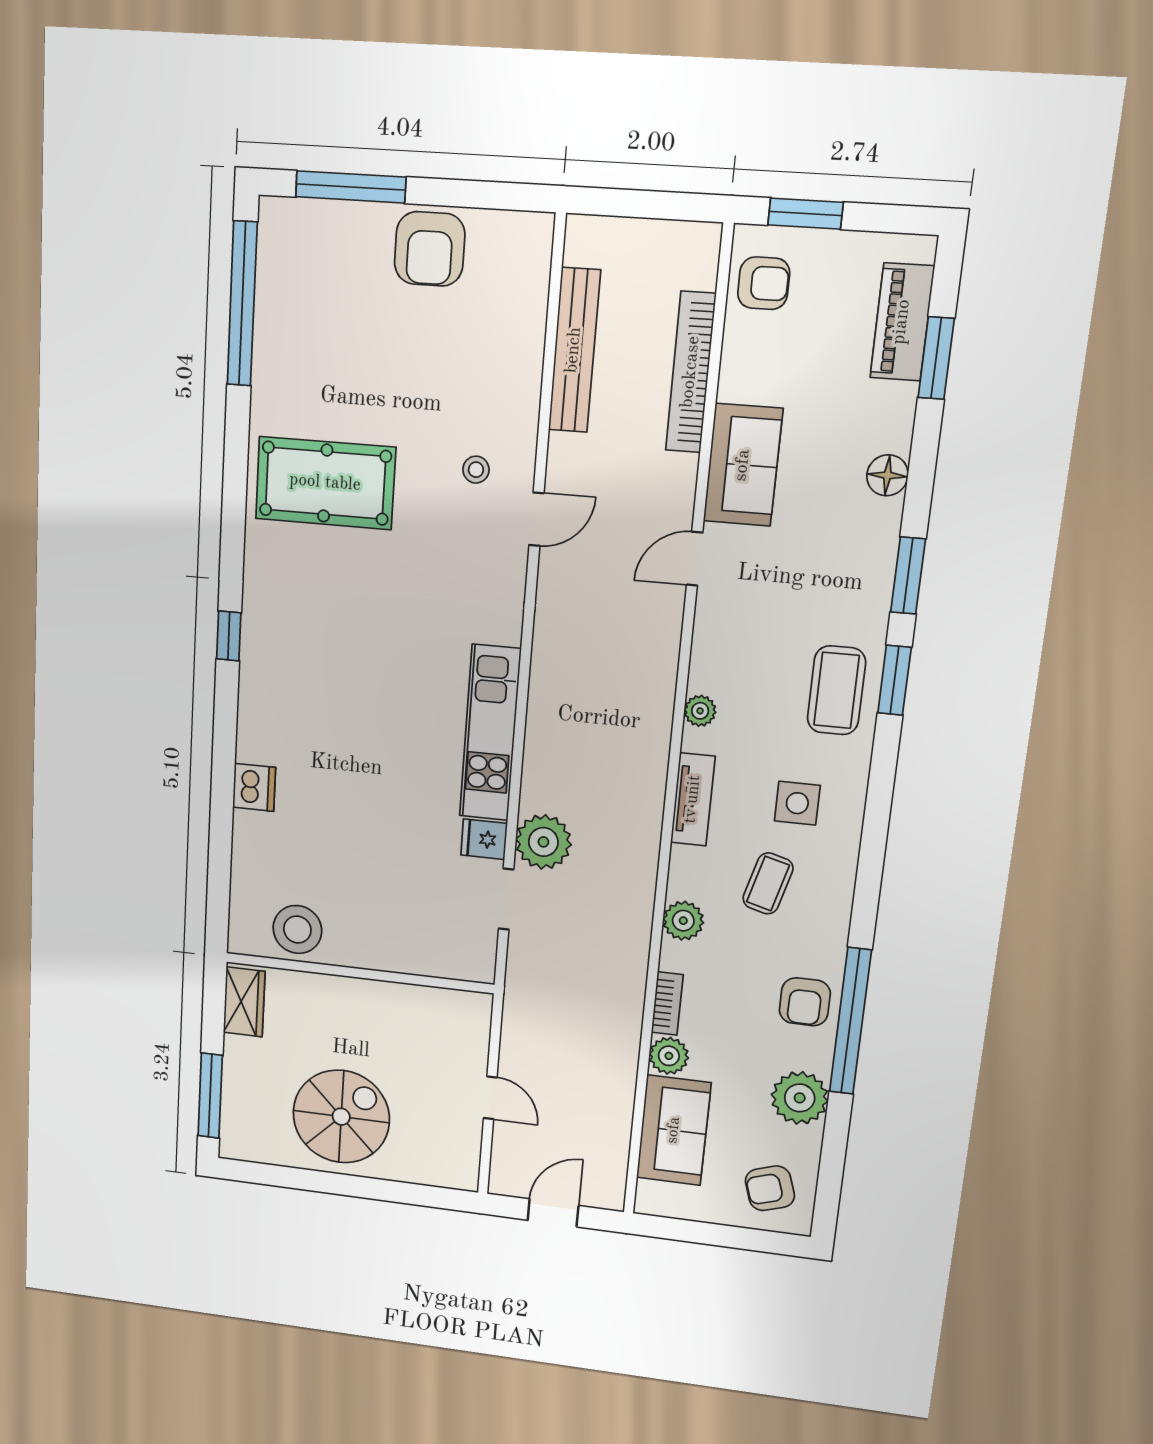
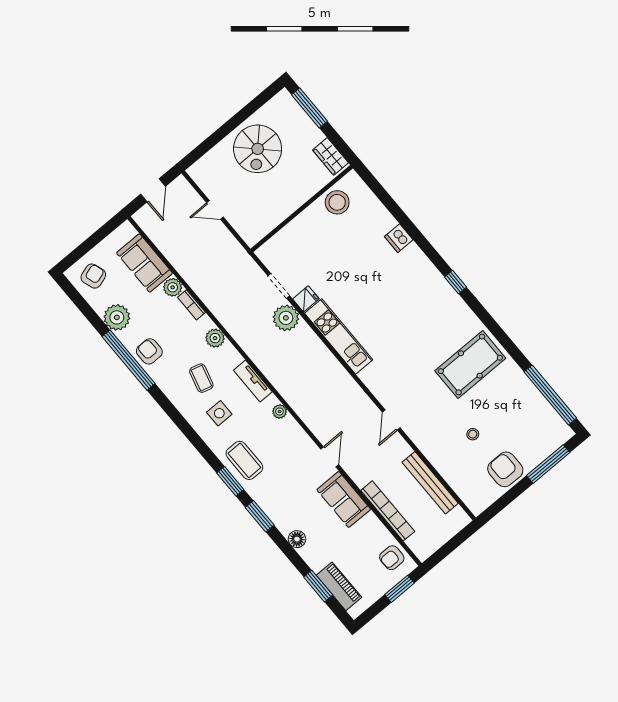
stool: (476, 470) -> (473, 434), moved

